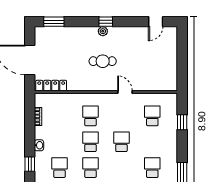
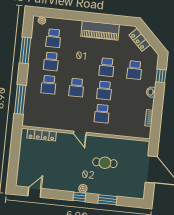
window: (54, 22) -> (107, 200), moved
cafe table: (103, 61) -> (105, 163), moved
locker: (51, 86) -> (42, 135), moved
door: (125, 92) -> (80, 133), moved
school desk: (152, 116) -> (49, 85), moved
window: (182, 122) -> (20, 99), width x2.17

